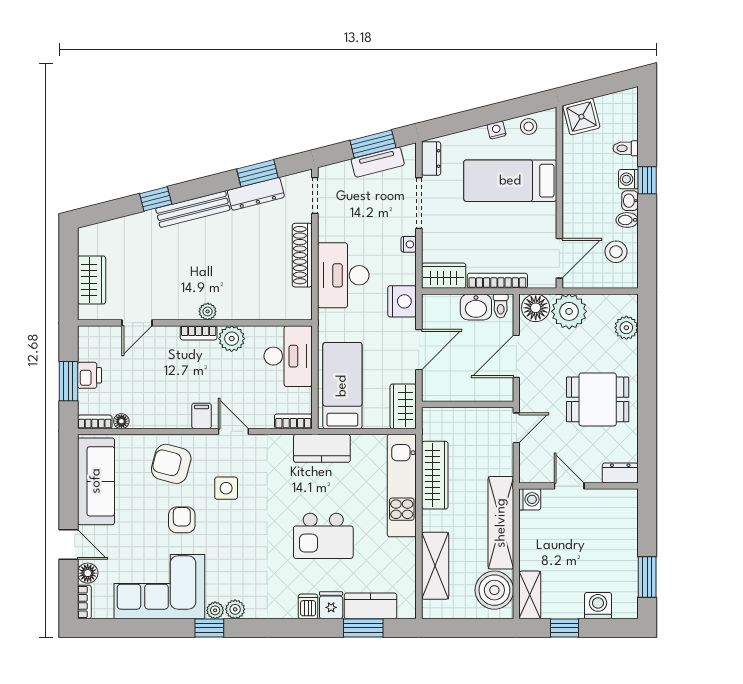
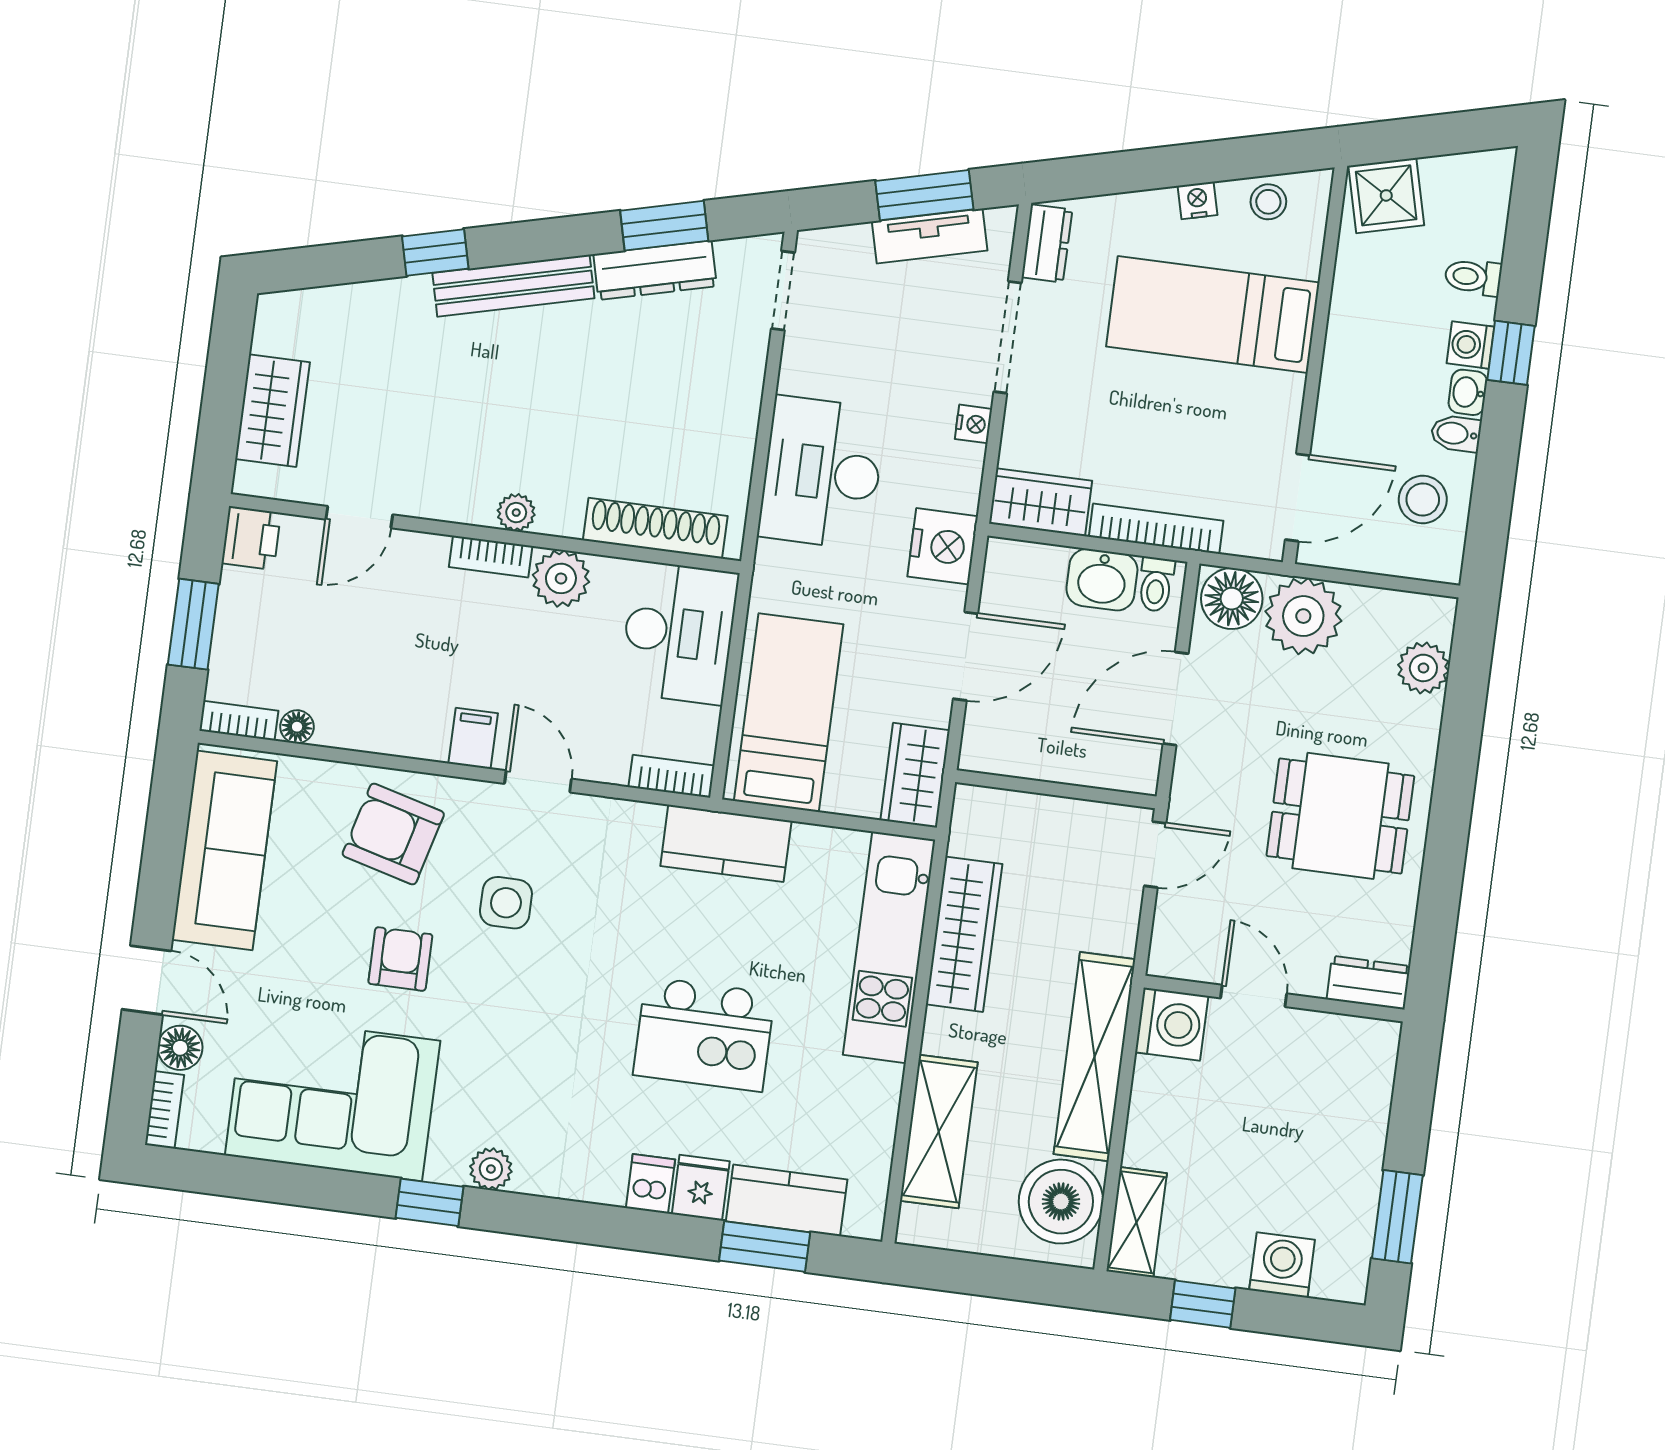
shoe rack: (302, 255) -> (655, 528), moved, turned 90
printer: (89, 375) -> (251, 538), moved
washing machine: (530, 499) -> (1172, 1024), width x1.38, depth x1.38
plant: (215, 610) -> (447, 1166), removed

